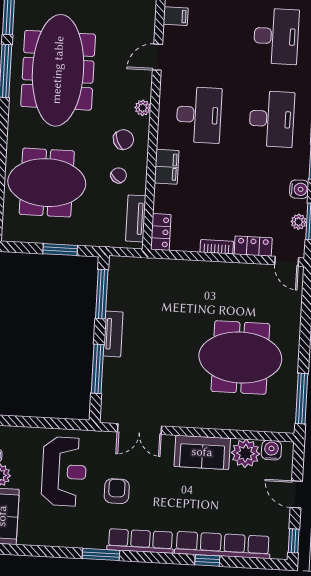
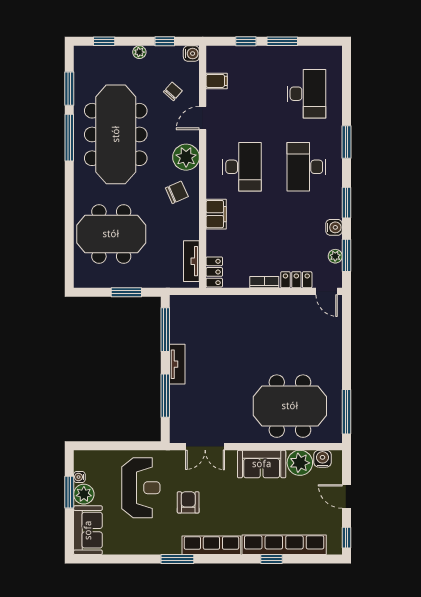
plant: (143, 108) -> (186, 157), width x1.88, depth x1.88
desk: (272, 119) -> (306, 167), turned 180
chair: (119, 175) -> (173, 91), moved
meeting table: (240, 357) -> (290, 406), moved

